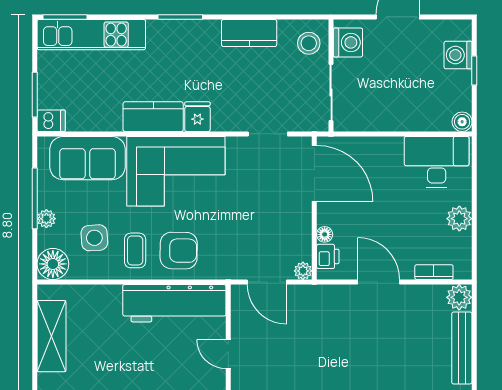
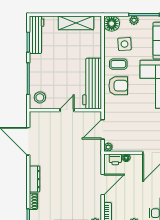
armchair: (179, 251) -> (118, 86), turned -91

